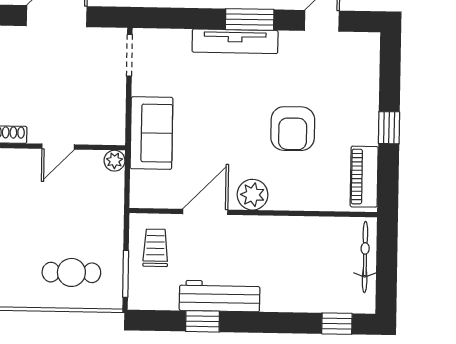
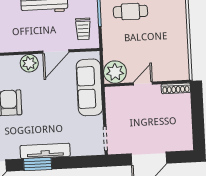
sofa: (151, 133) -> (89, 87), width x1.36
plant: (114, 161) -> (115, 72), width x1.87, depth x1.87

